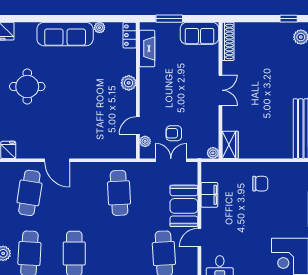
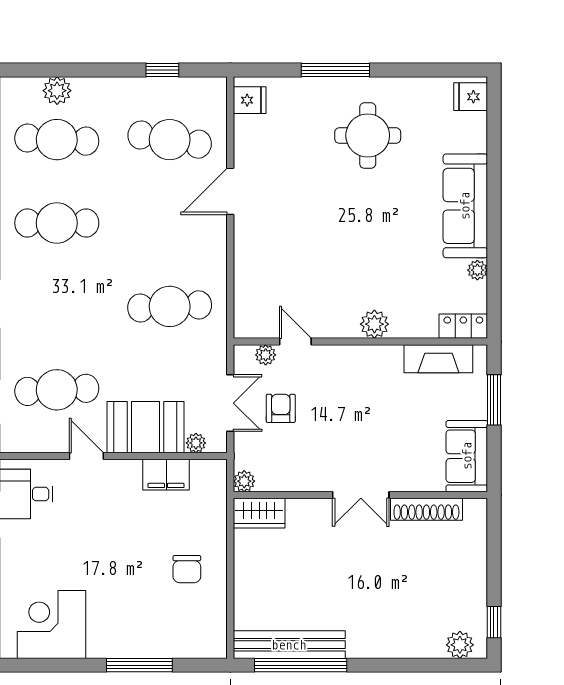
shoe rack: (228, 41) -> (426, 509), moved
plant: (192, 179) -> (196, 443), added

